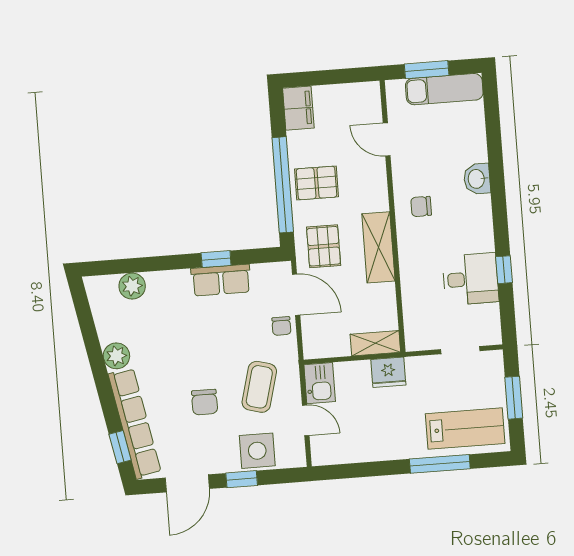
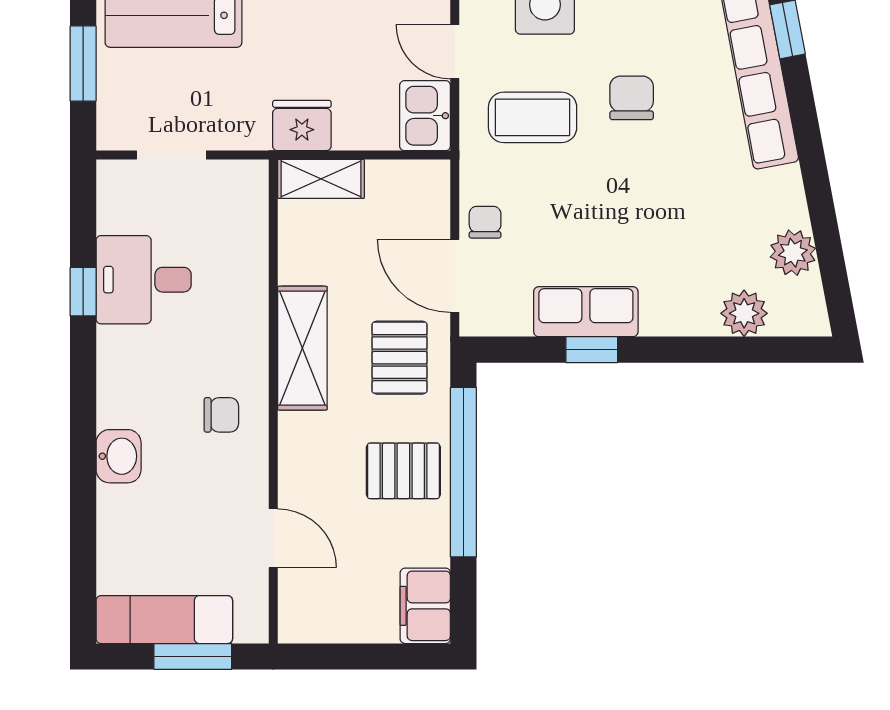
plant: (116, 356) -> (793, 253), moved
coffee table: (259, 387) -> (533, 117), turned 75

